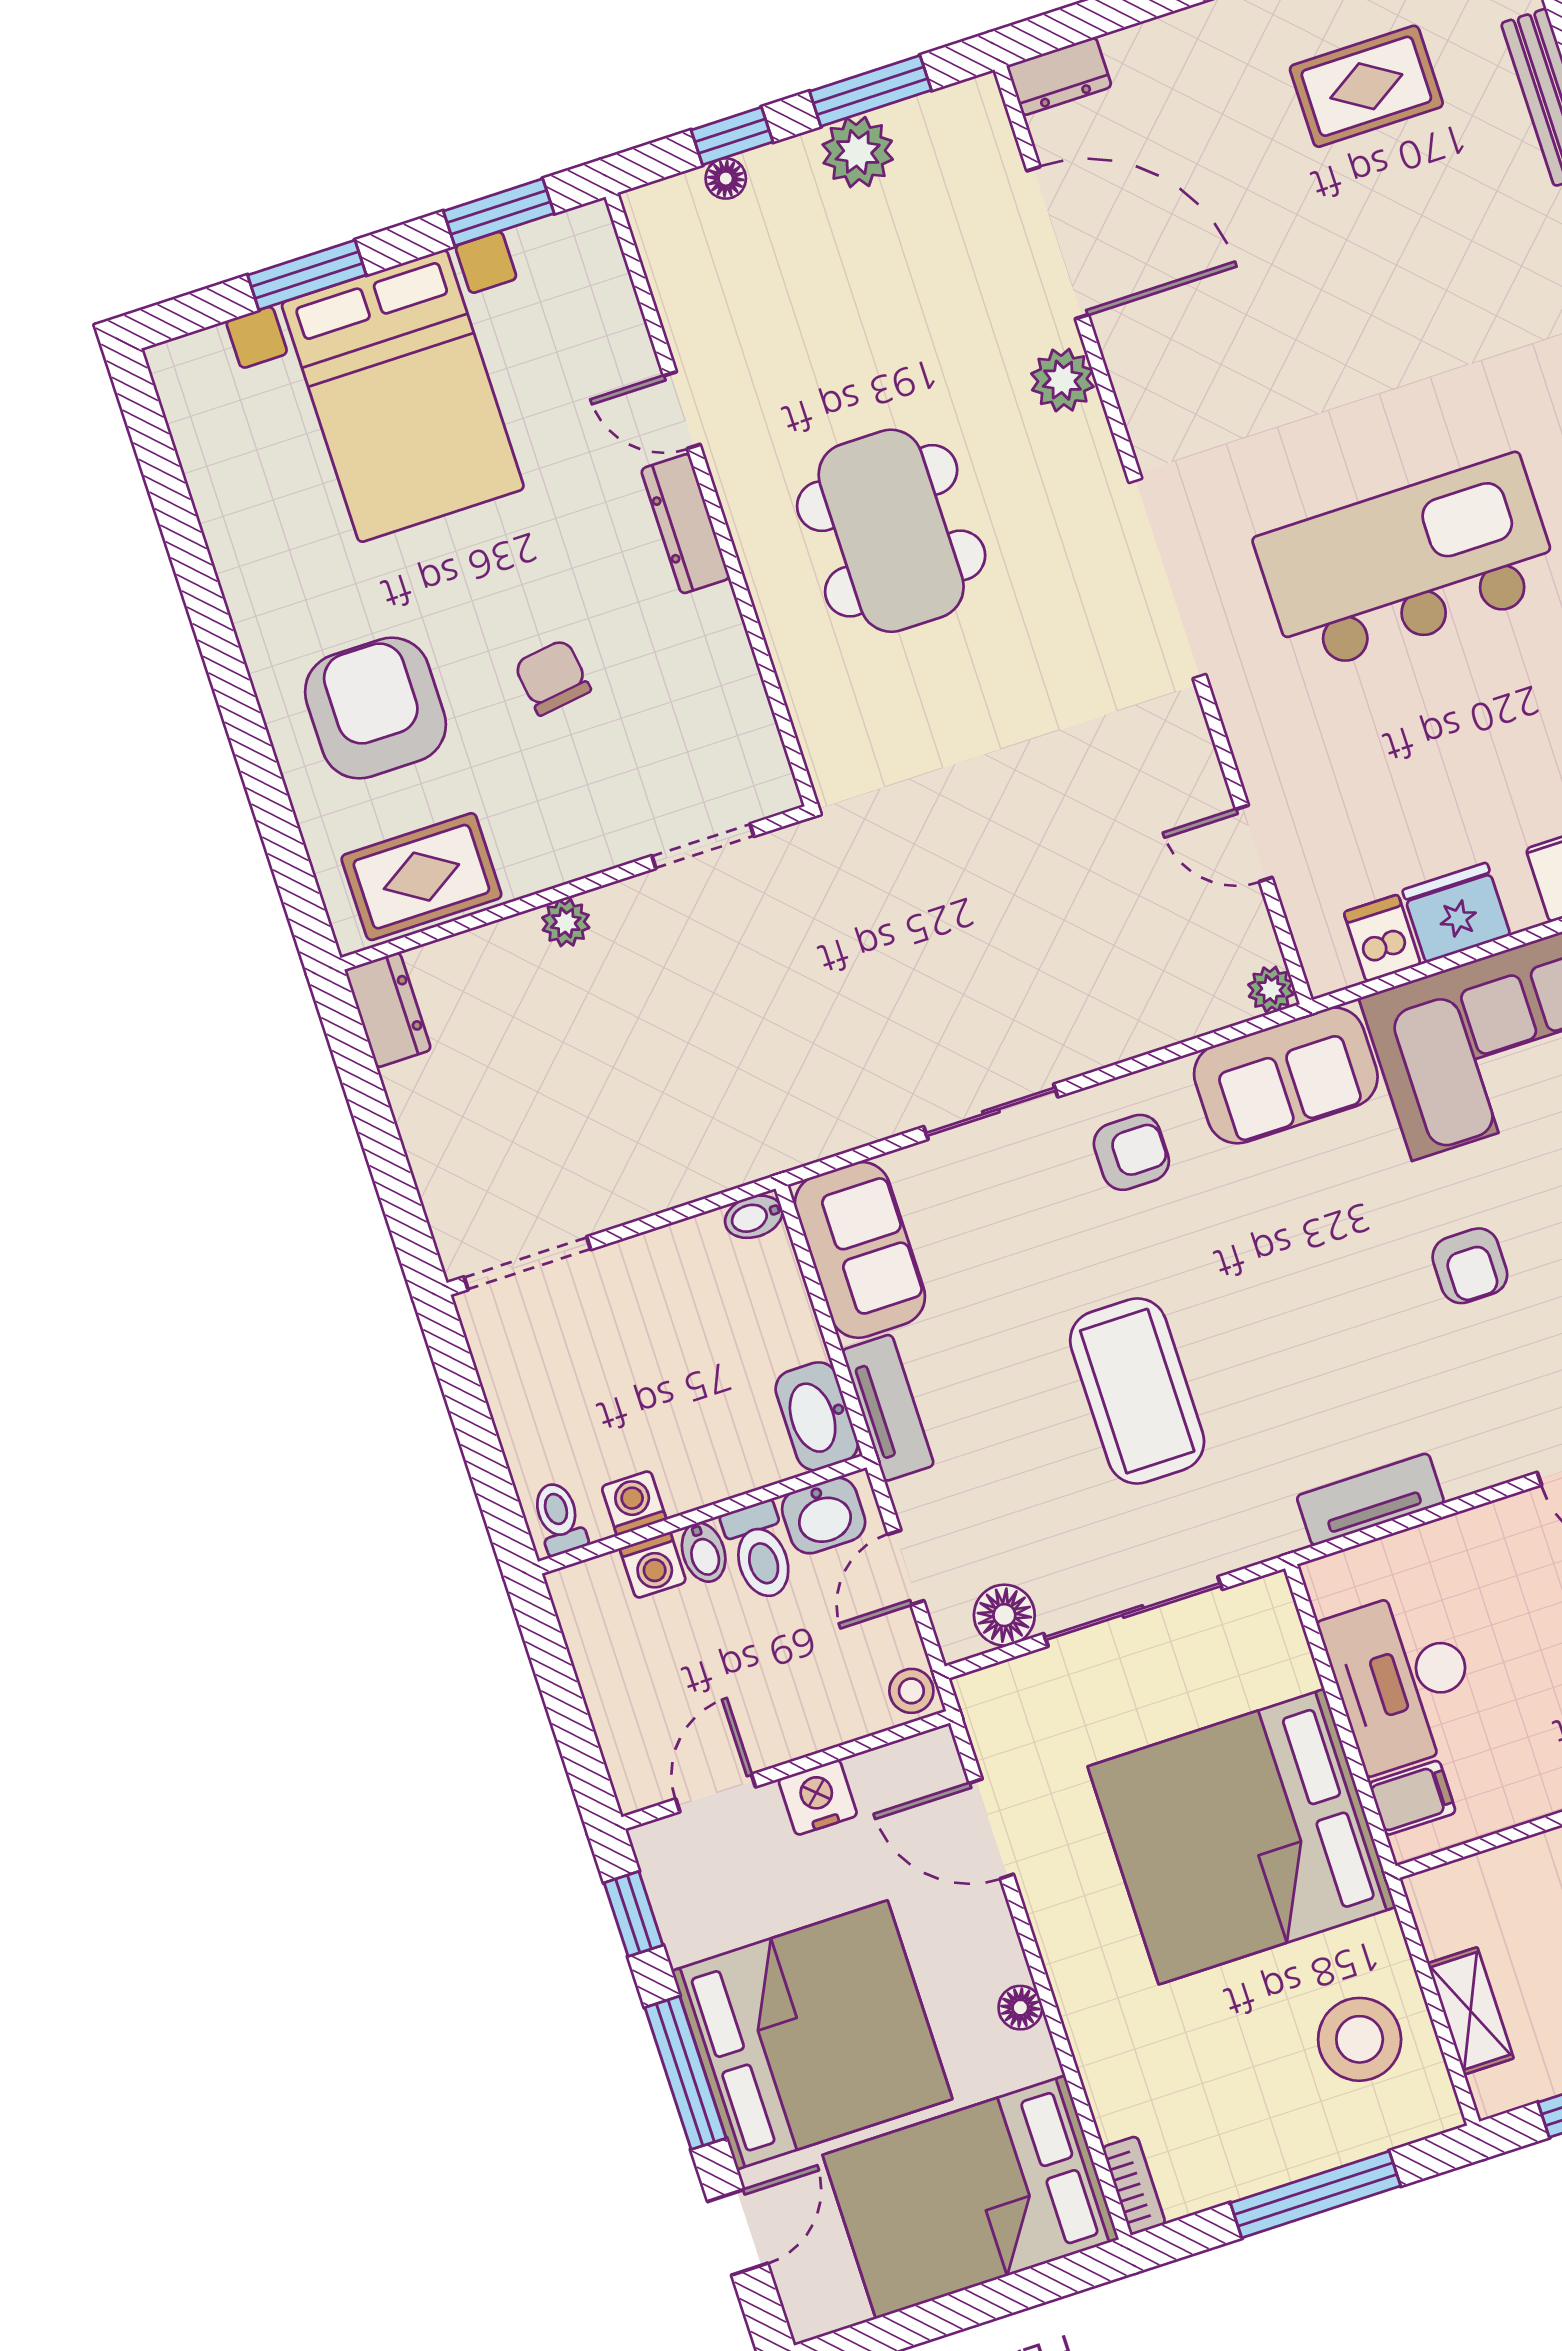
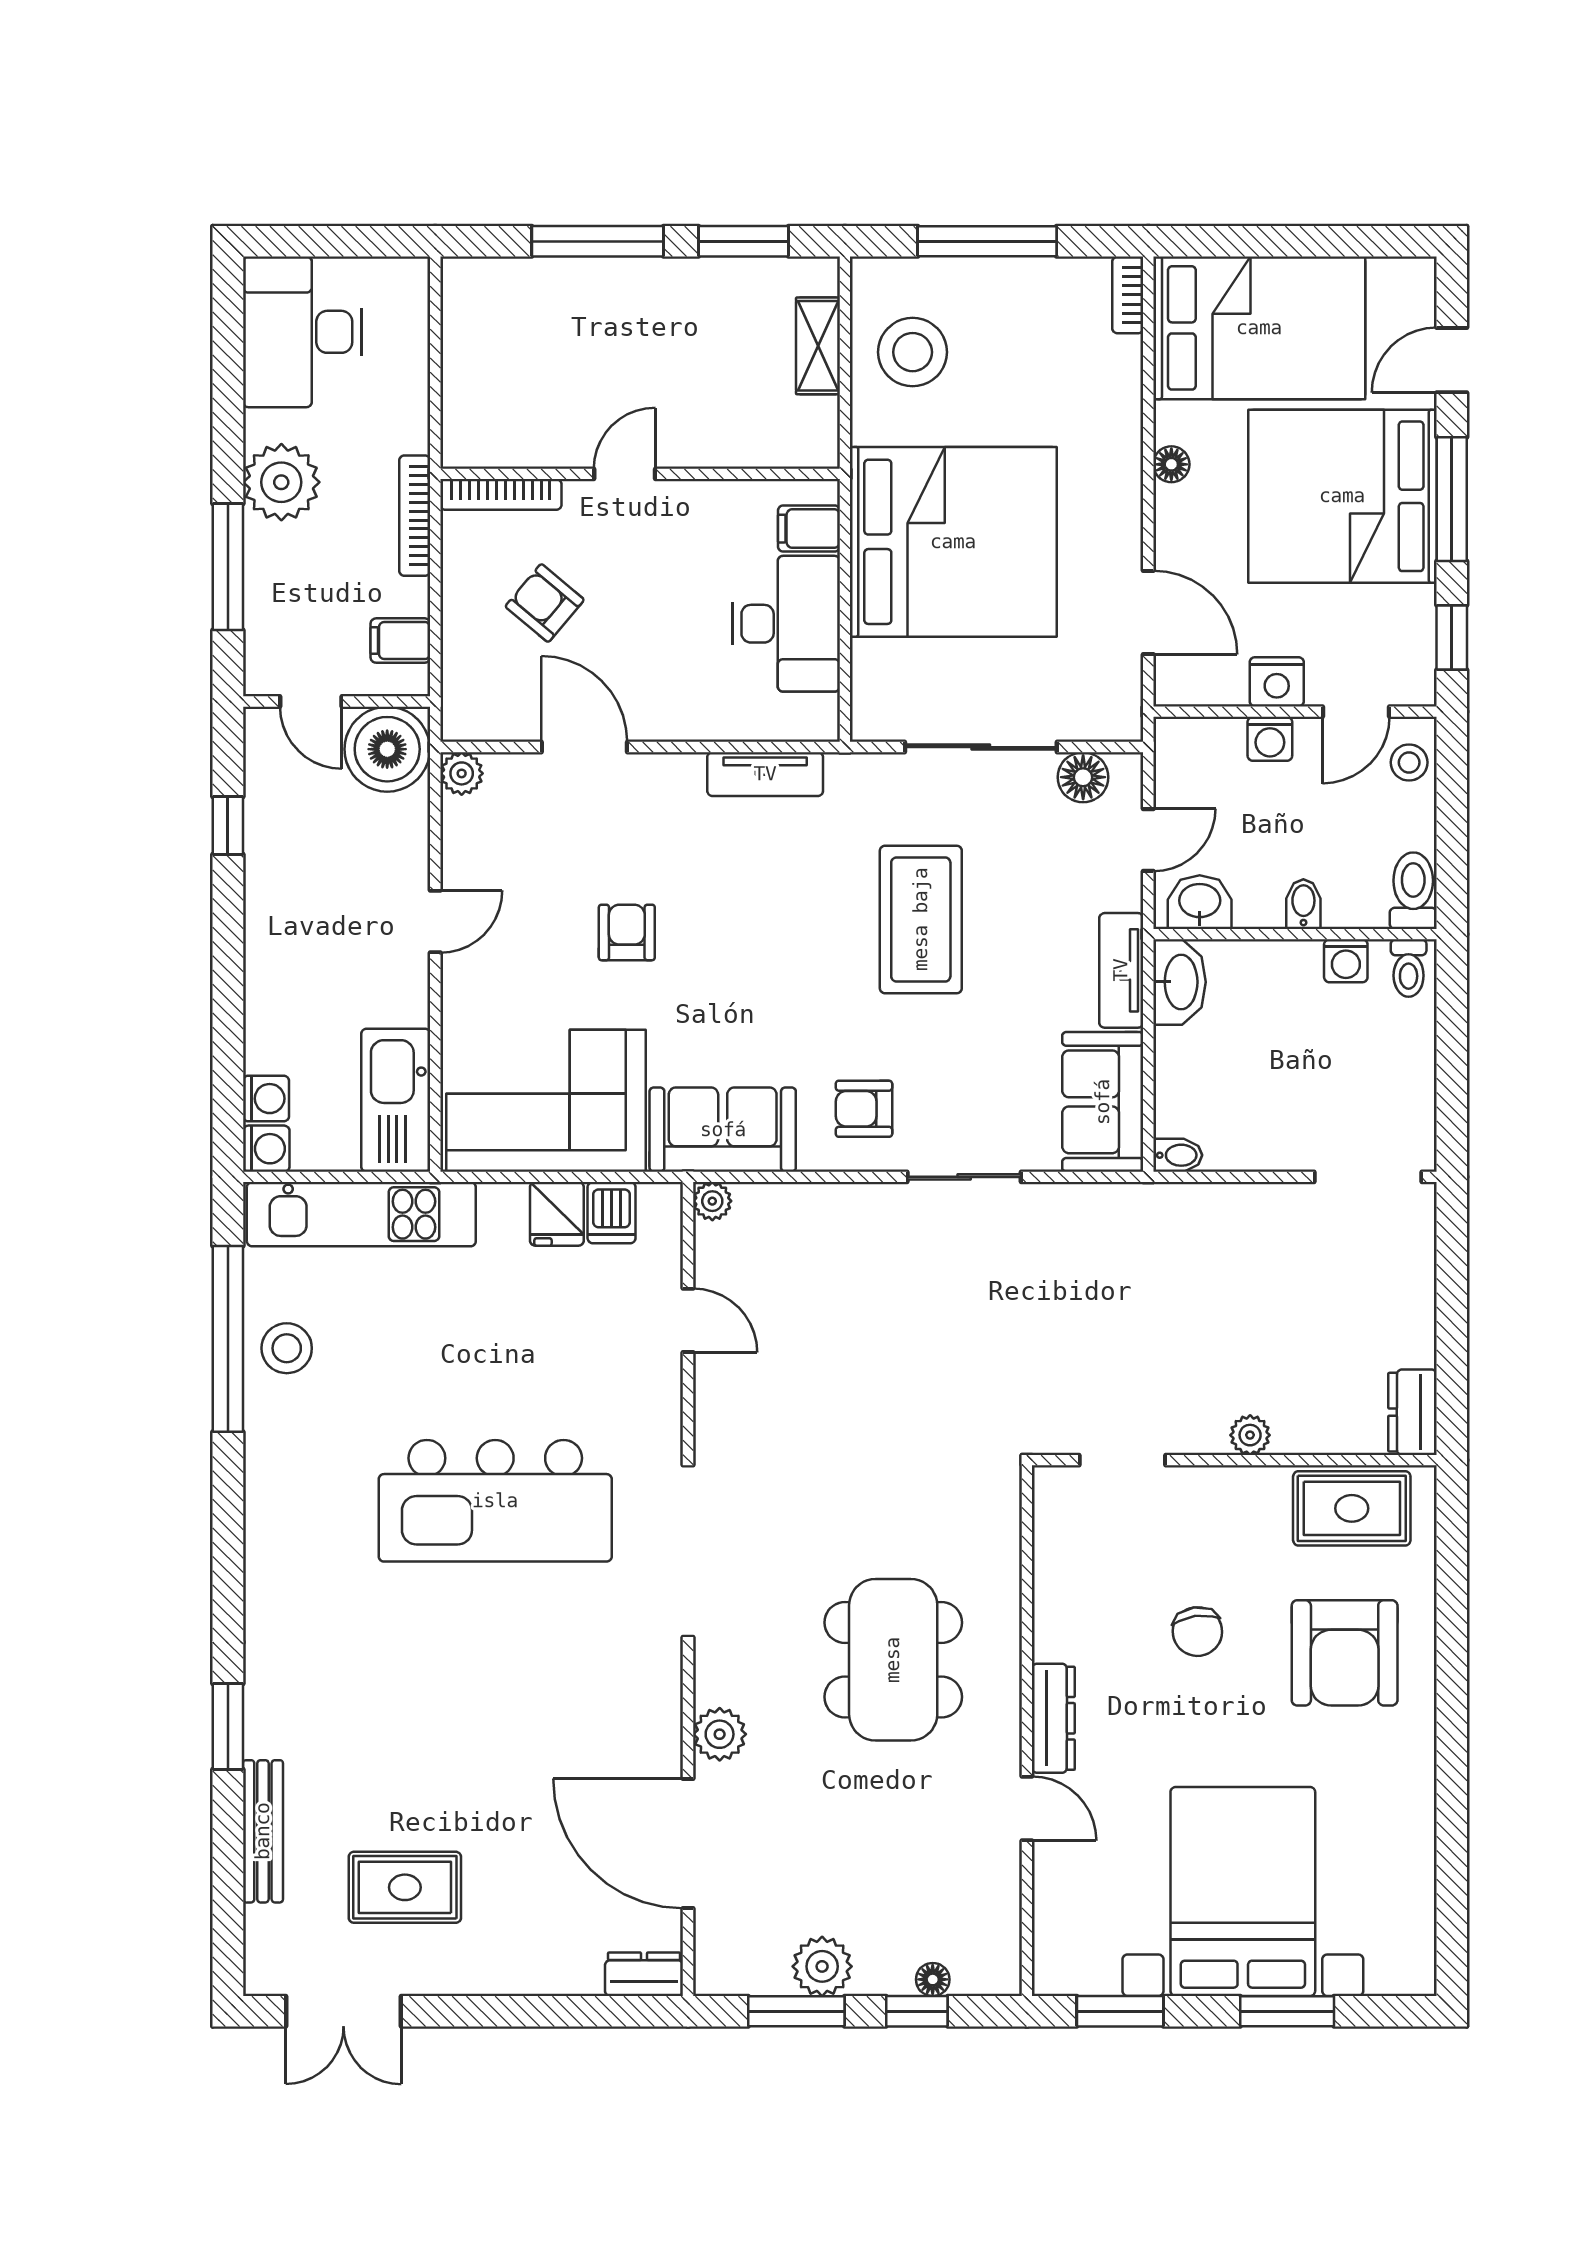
fridge: (1456, 913) -> (557, 1214), width x0.72
toilet: (760, 1551) -> (1413, 891), moved
washing machine: (653, 1565) -> (1270, 739), moved, turned 180
stool: (911, 1691) -> (1409, 762), moved

